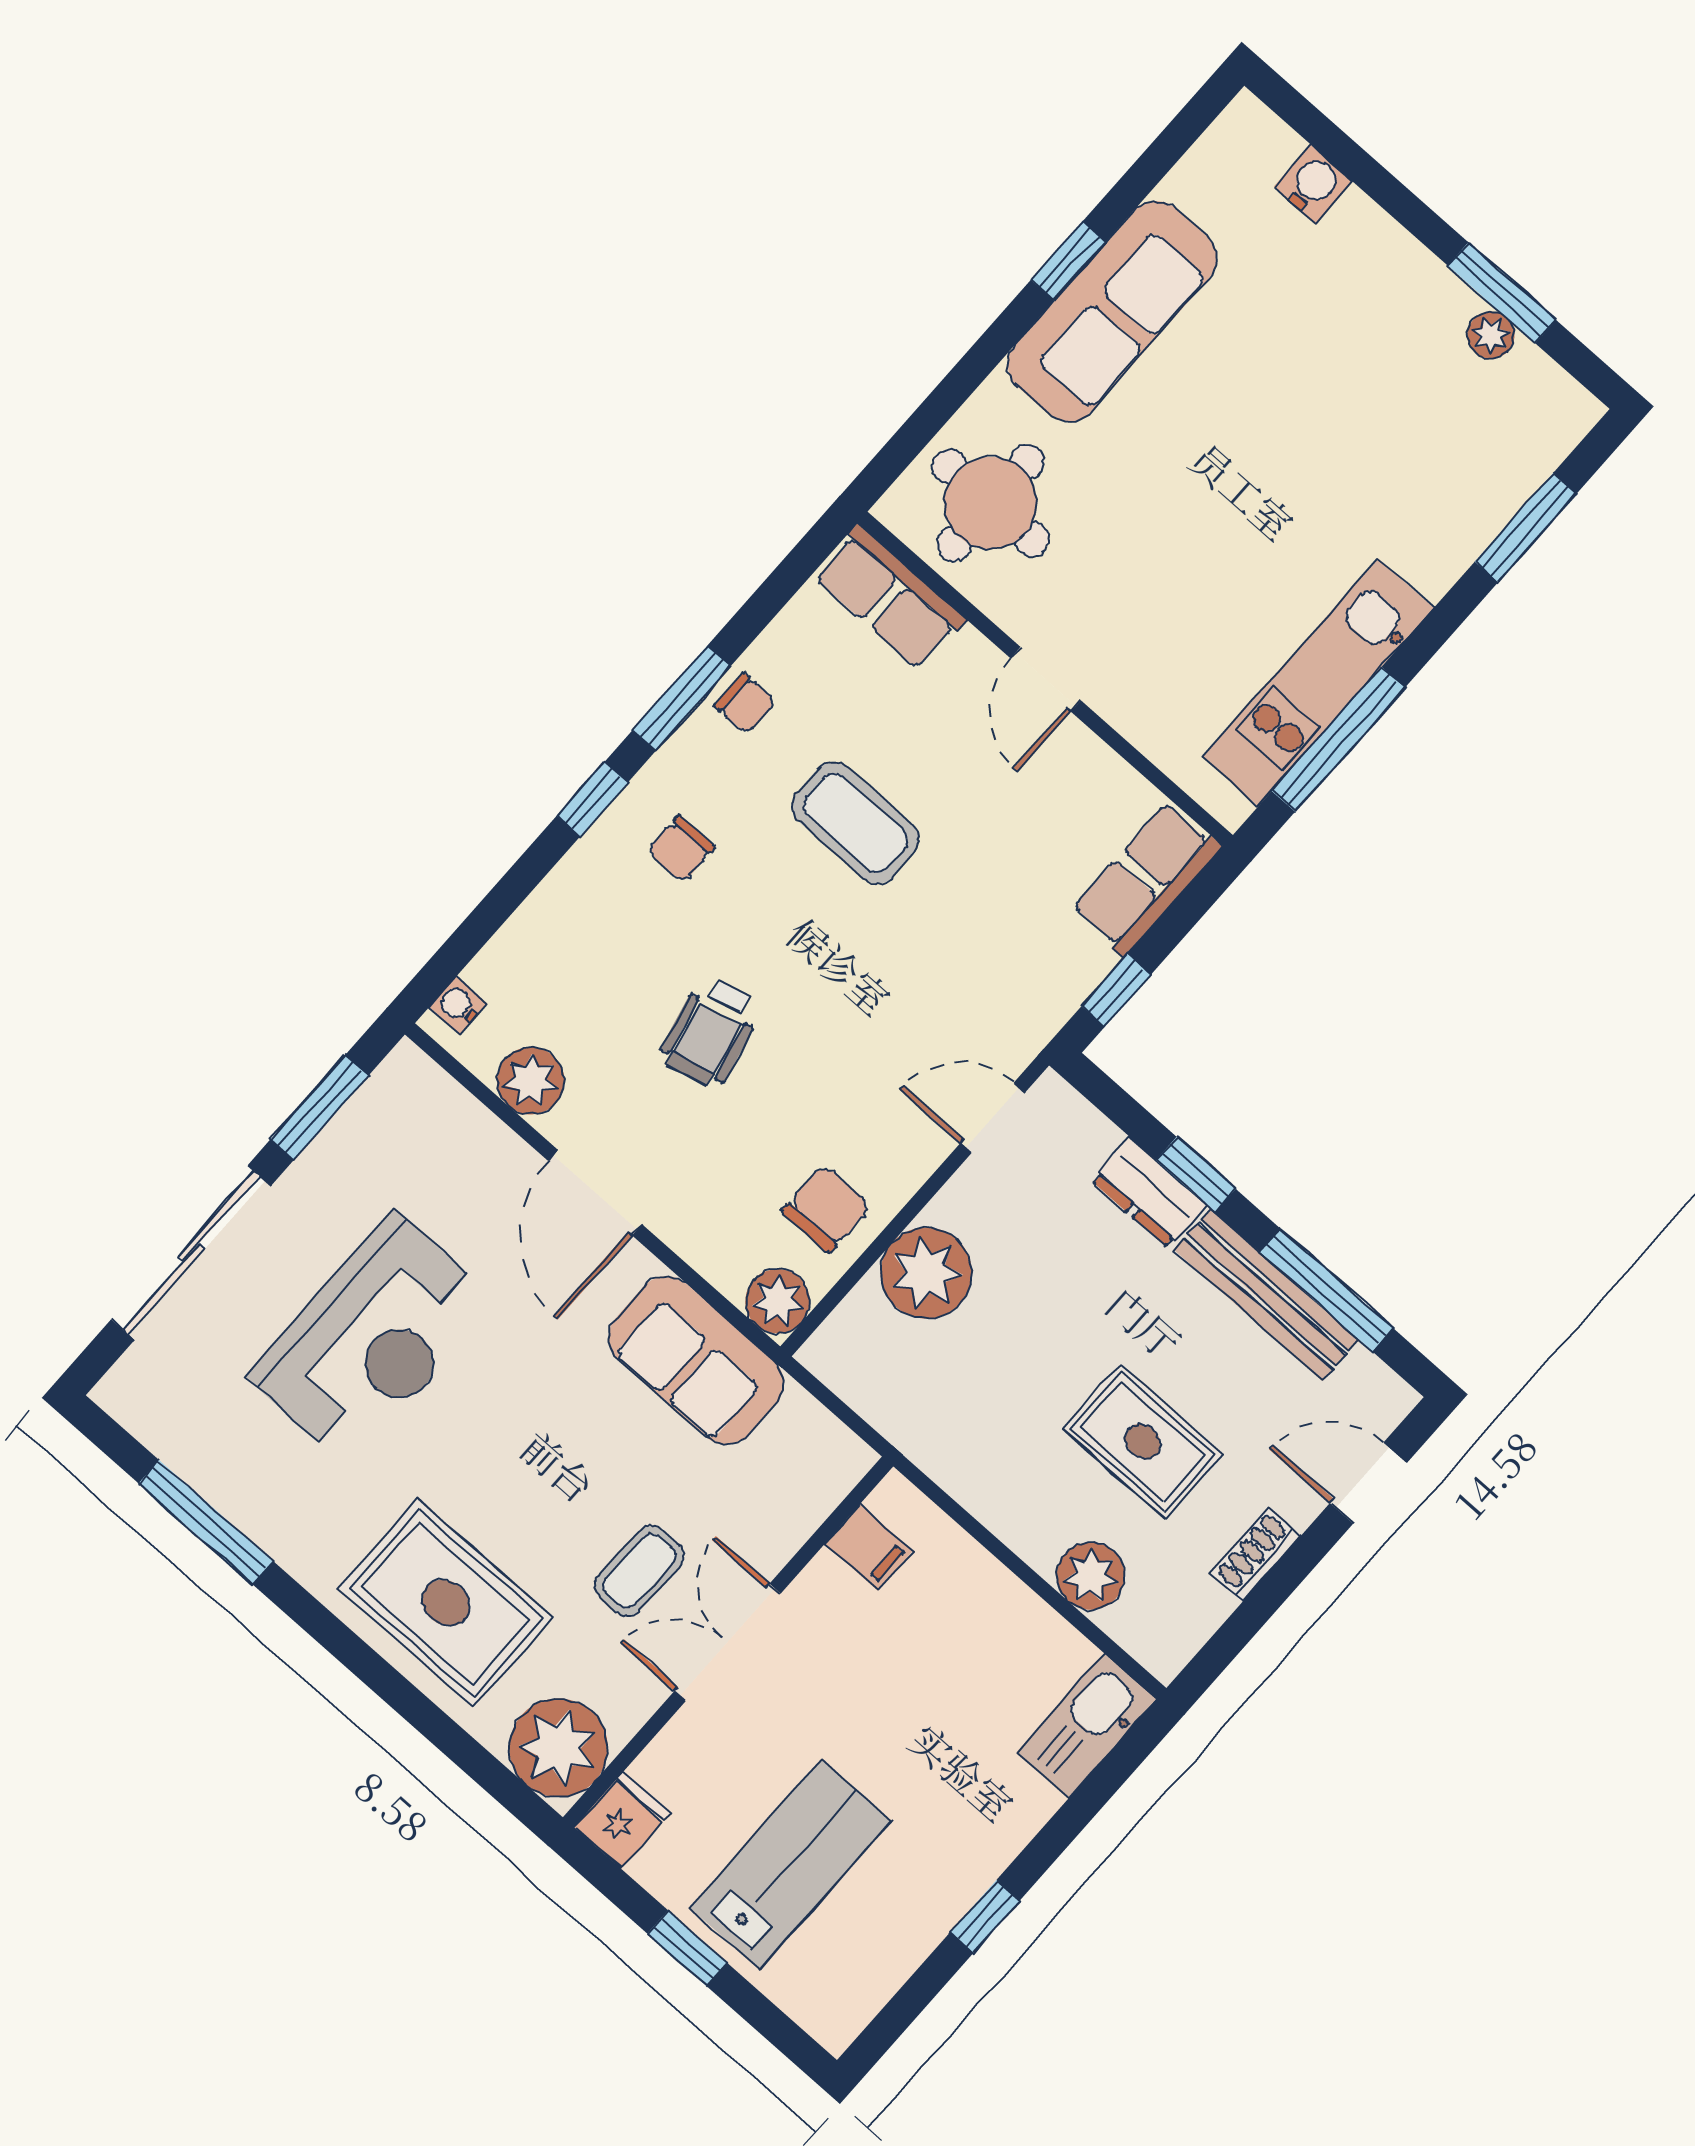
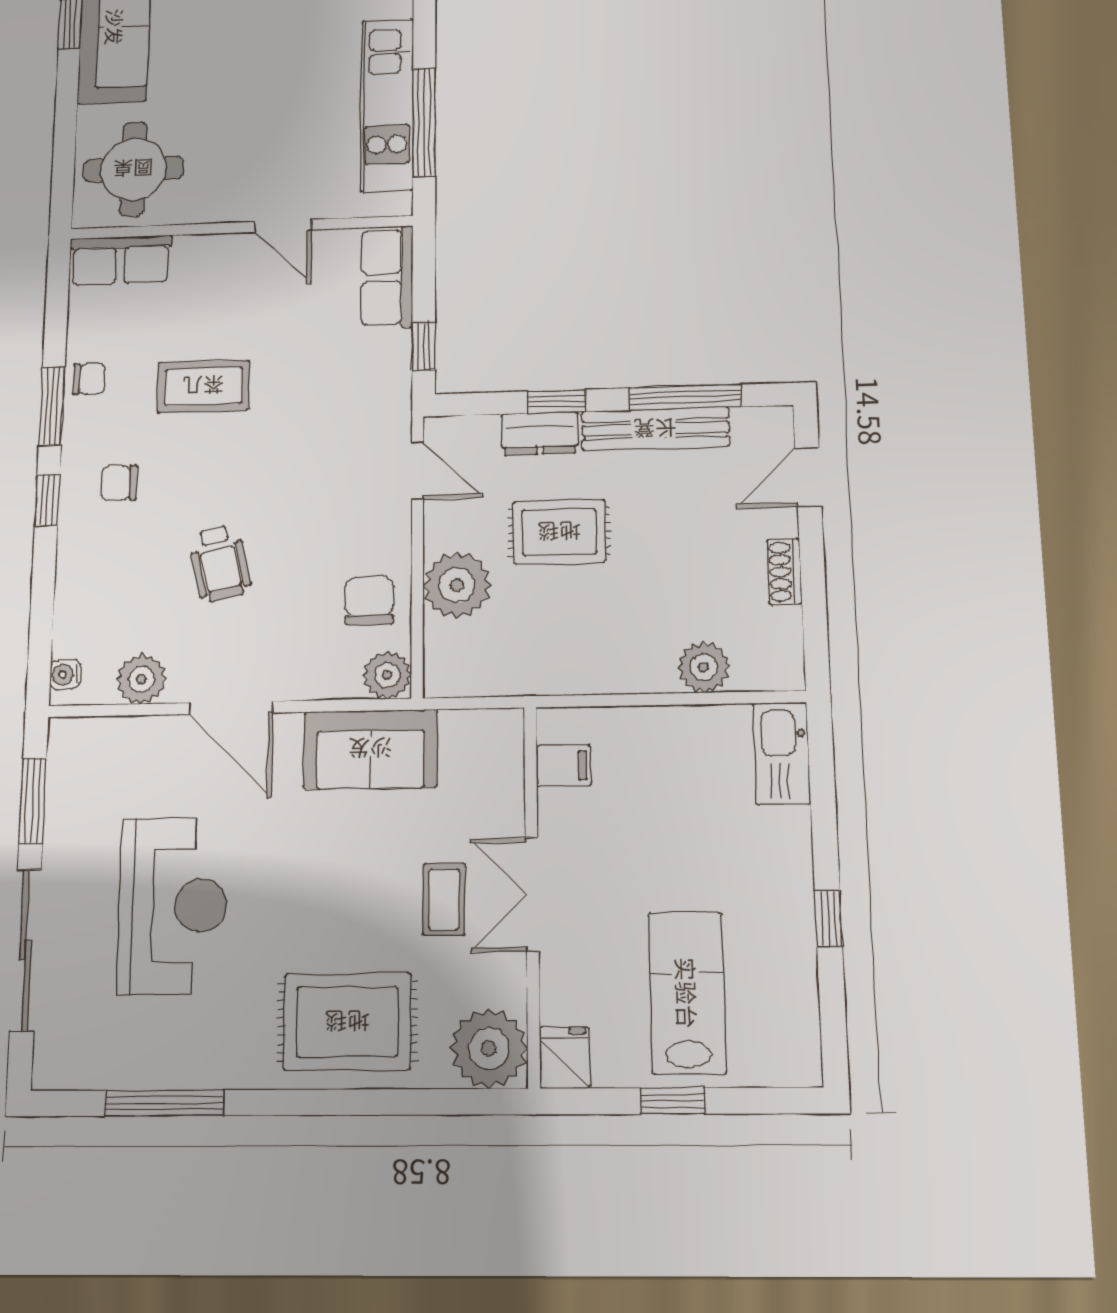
door: (1046, 679) -> (283, 226), moved
chair: (681, 849) -> (119, 483), turned 90
door: (993, 1118) -> (418, 471), swing flipped
rug: (1143, 1441) -> (559, 532), moved

